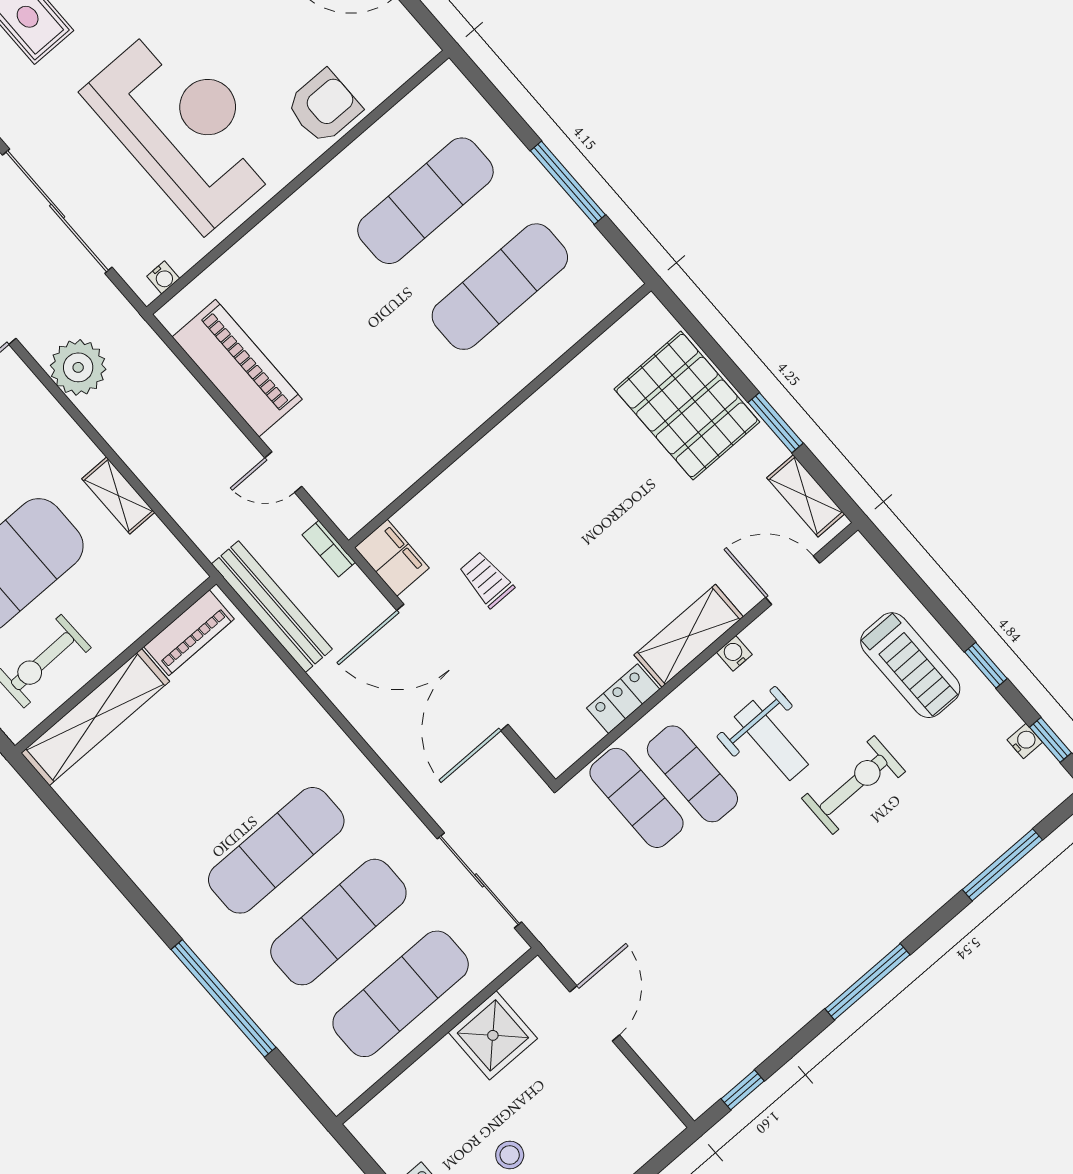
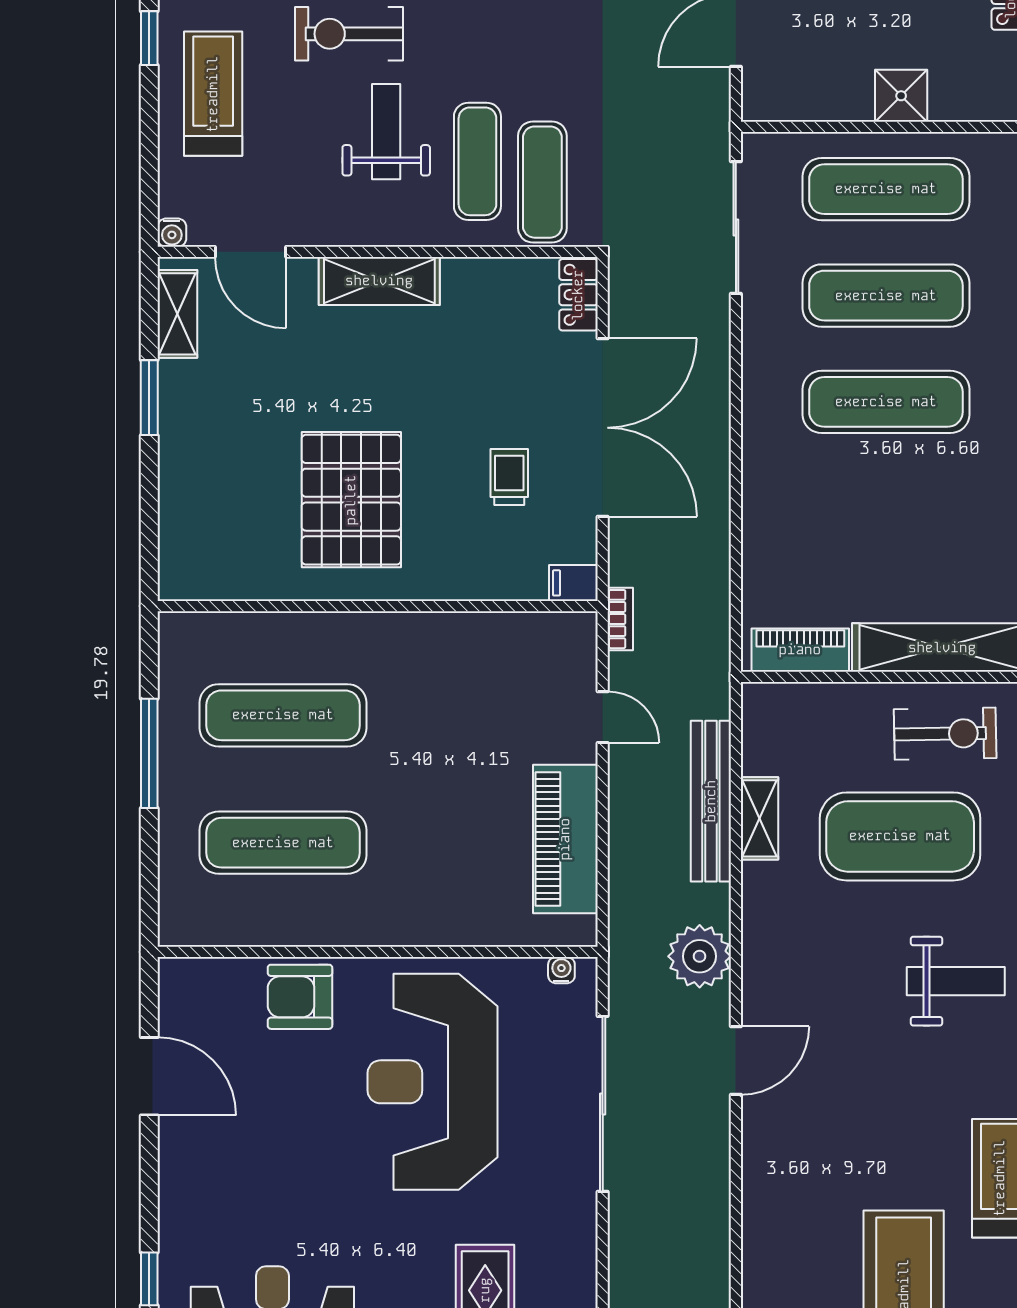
pallet: (687, 406) -> (351, 500), moved
filing cabinet: (392, 558) -> (573, 583), width x0.50
trolley: (487, 580) -> (509, 477), turned 180
bench: (272, 607) -> (711, 801), moved
water cooler: (734, 653) -> (172, 233), moved
locker: (623, 699) -> (578, 295), moved, turned 90
shower: (493, 1035) -> (901, 96), moved, width x0.73, depth x0.73

